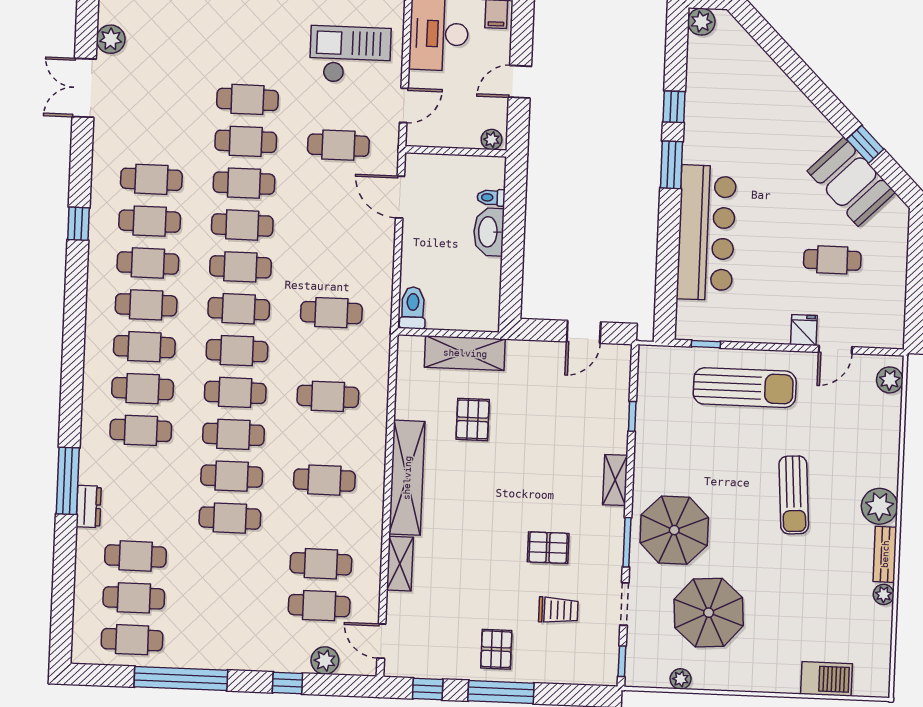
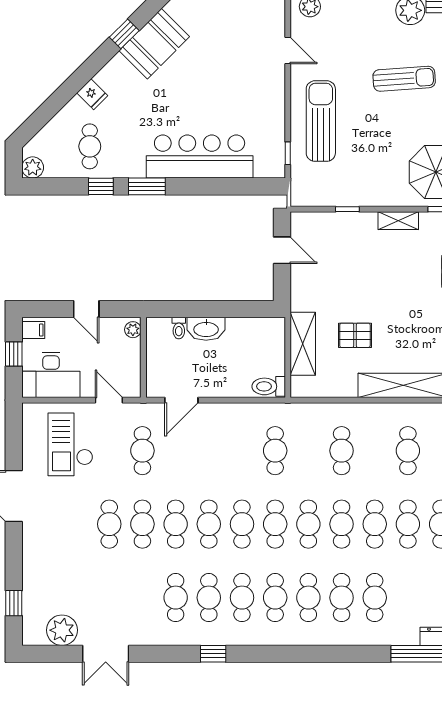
plant: (111, 39) -> (62, 630), width x1.36, depth x1.36
cafe table: (832, 260) -> (90, 146), moved
fridge: (804, 330) -> (92, 94), moved, turned -135

